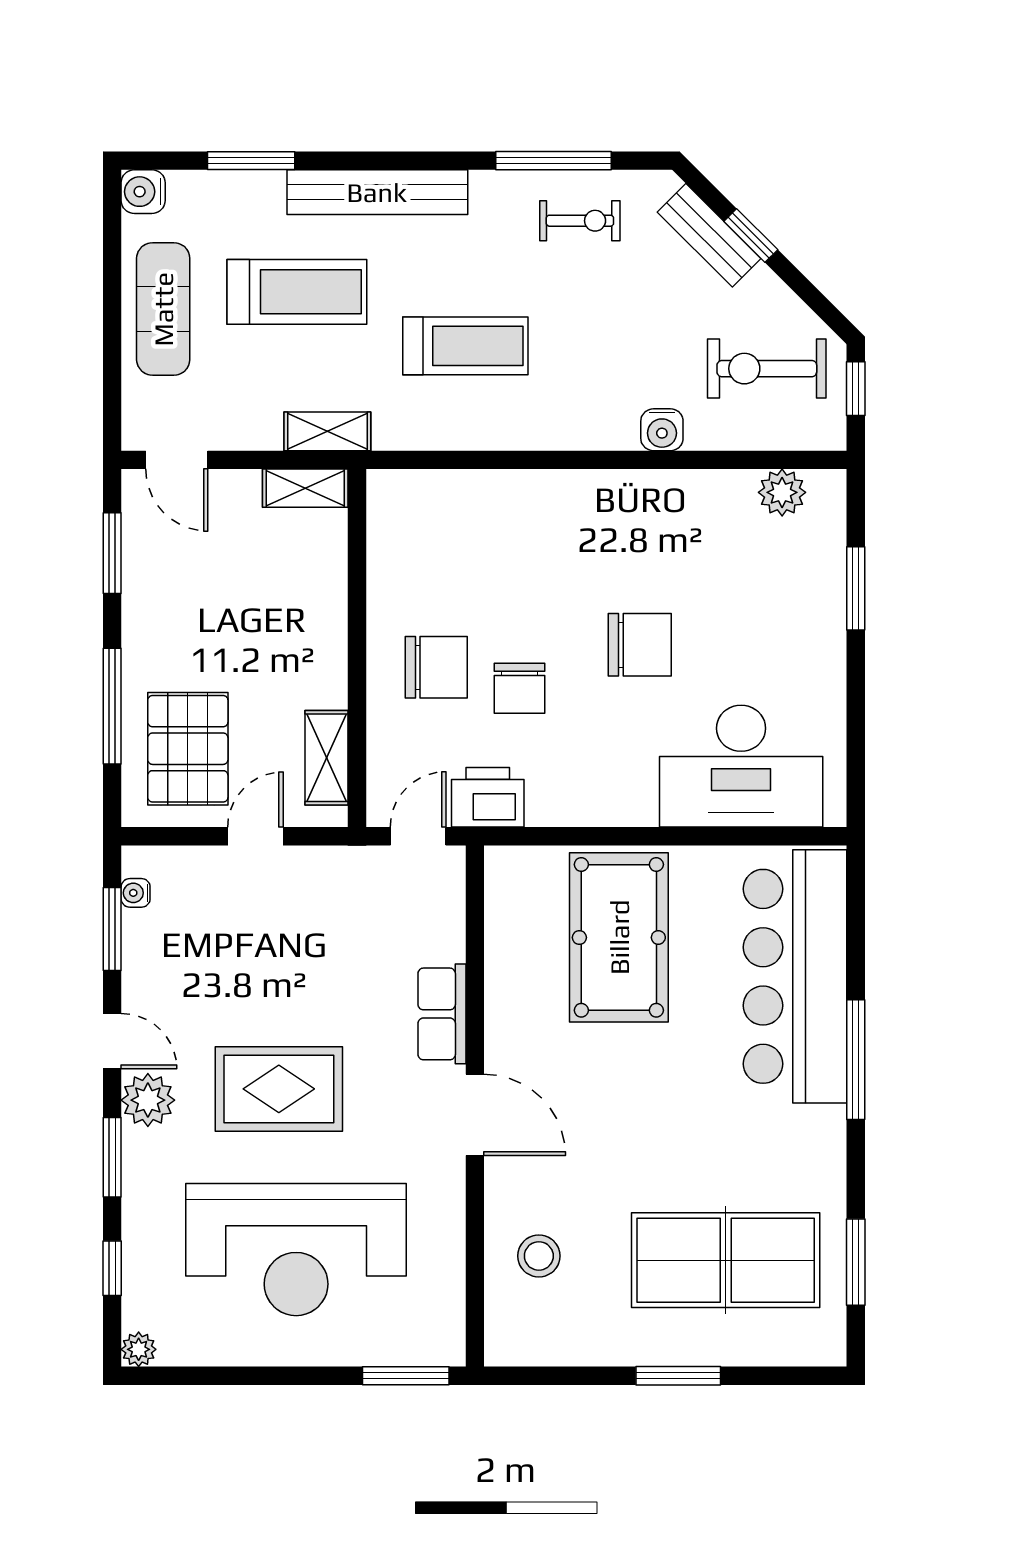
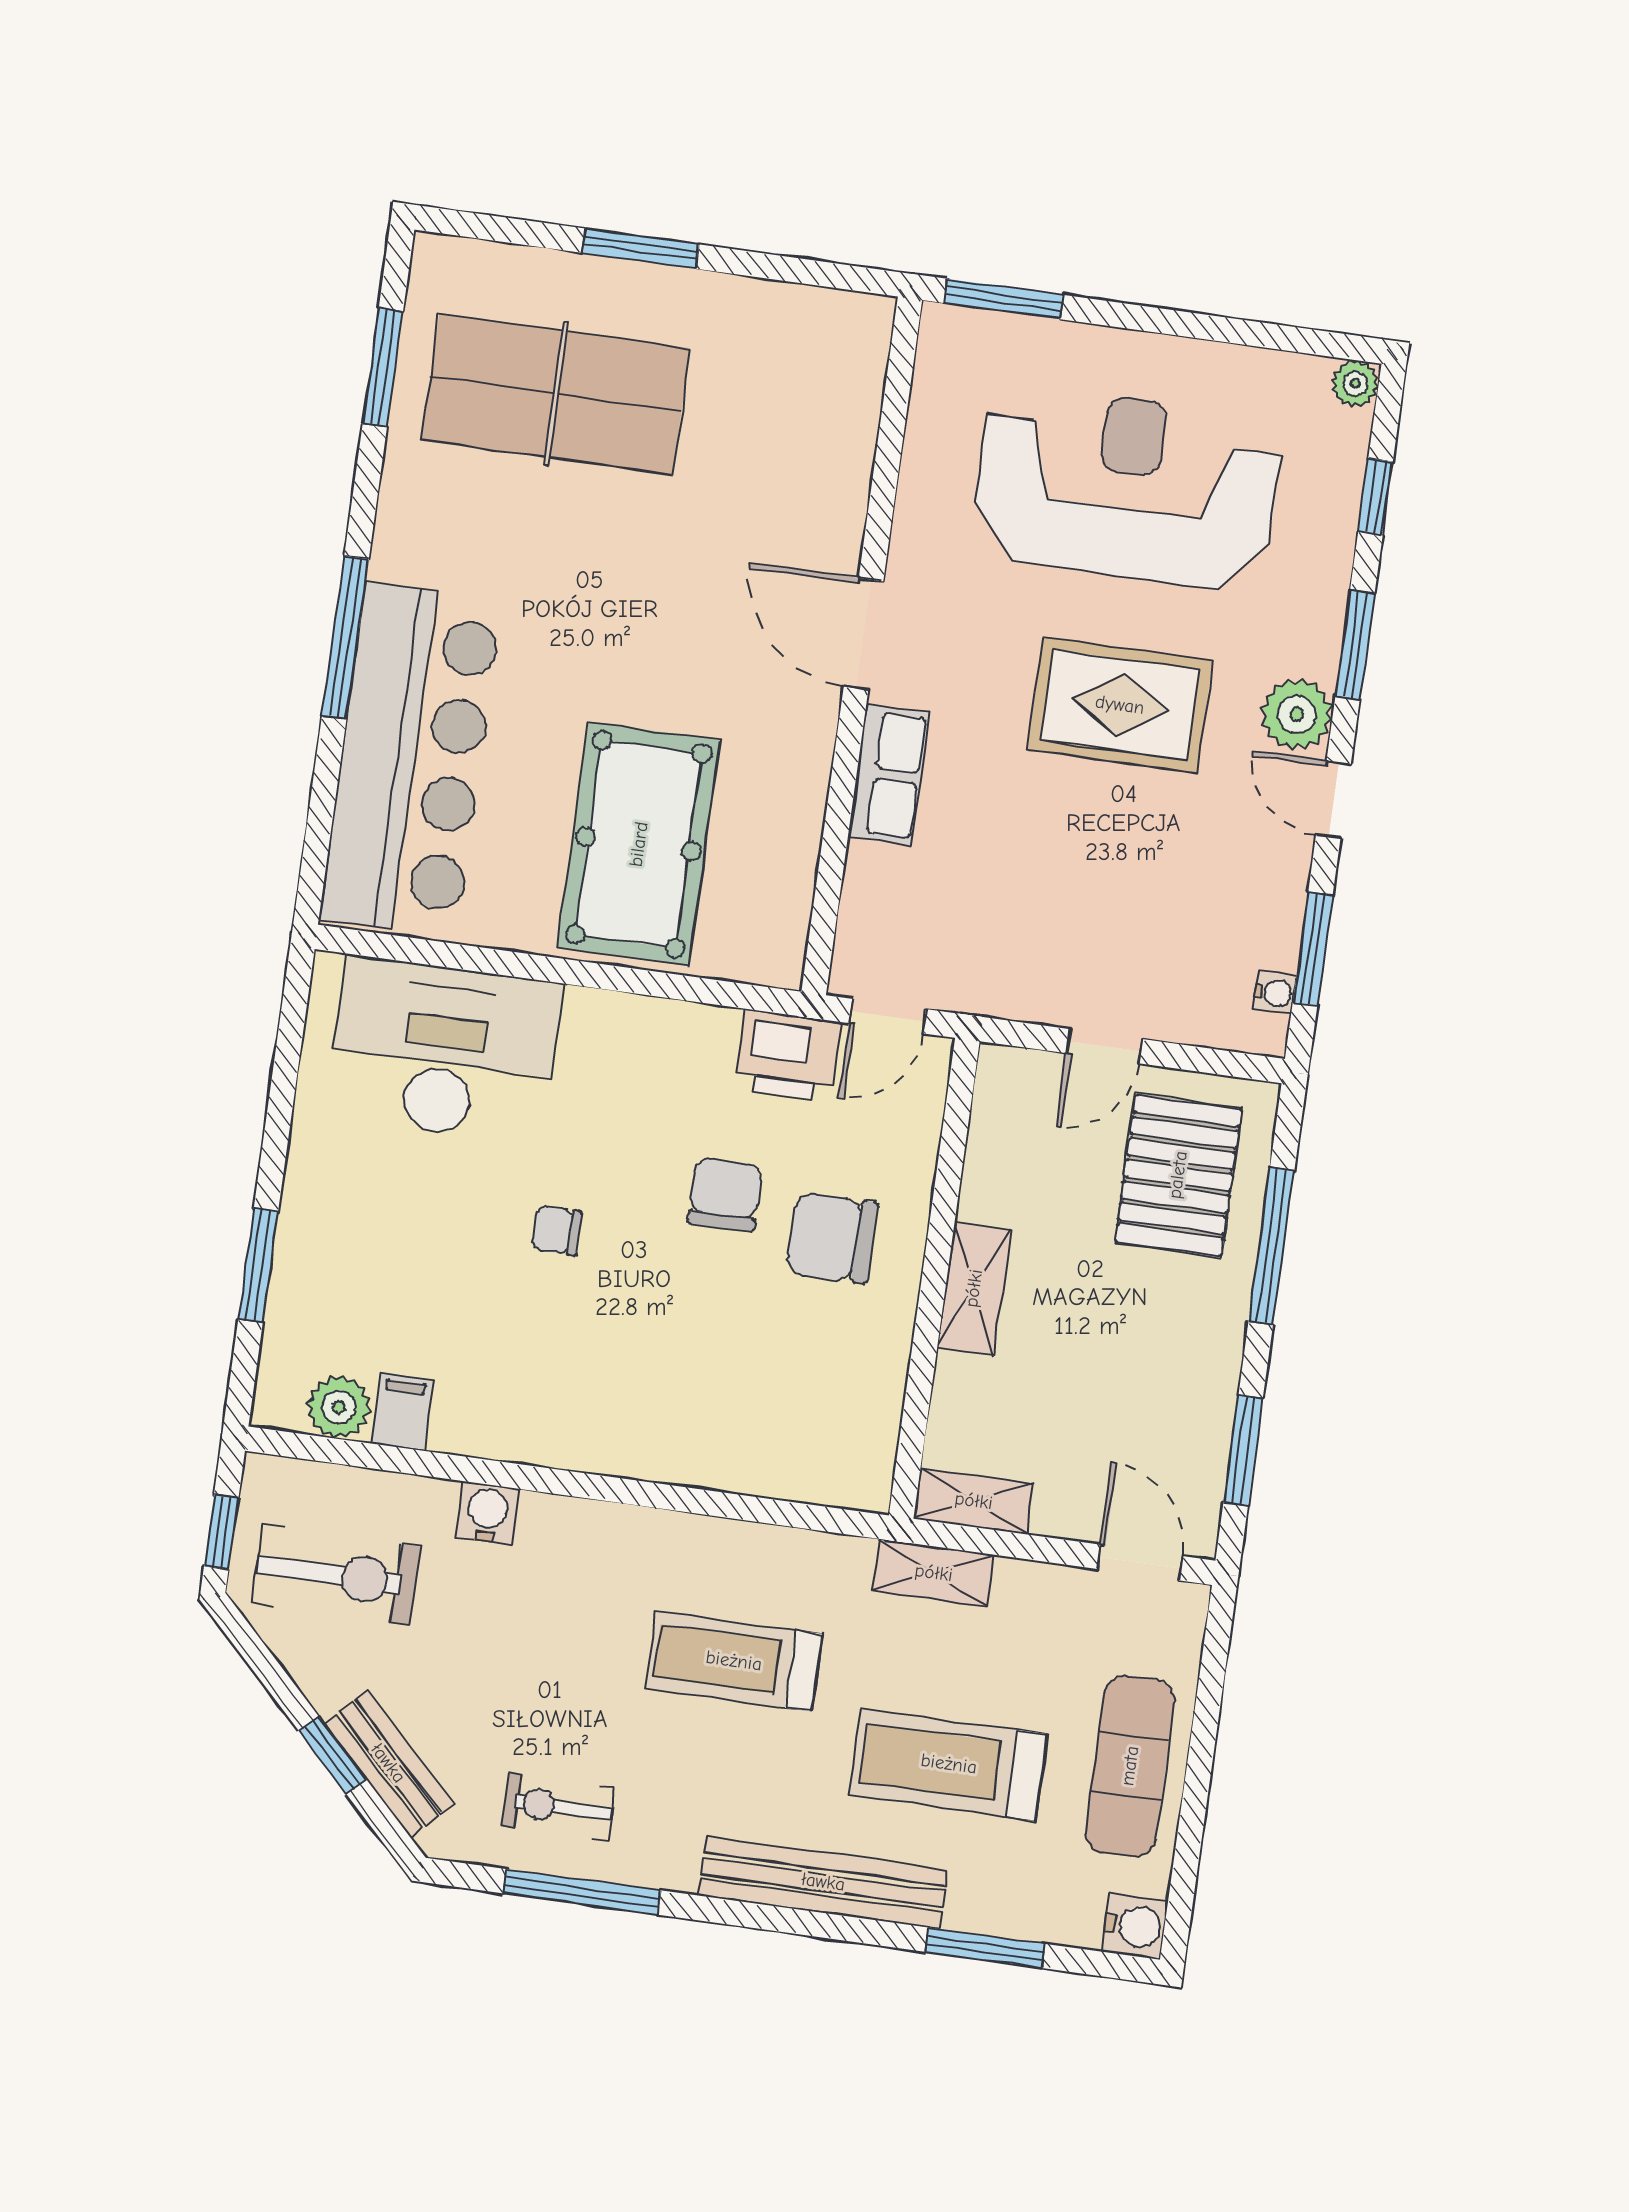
filing cabinet: (735, 496) -> (402, 1412), added
chair: (640, 645) -> (557, 1230), width x0.54, depth x0.54
shelving: (327, 758) -> (974, 1288), moved
stool: (539, 1256) -> (804, 434), removed

